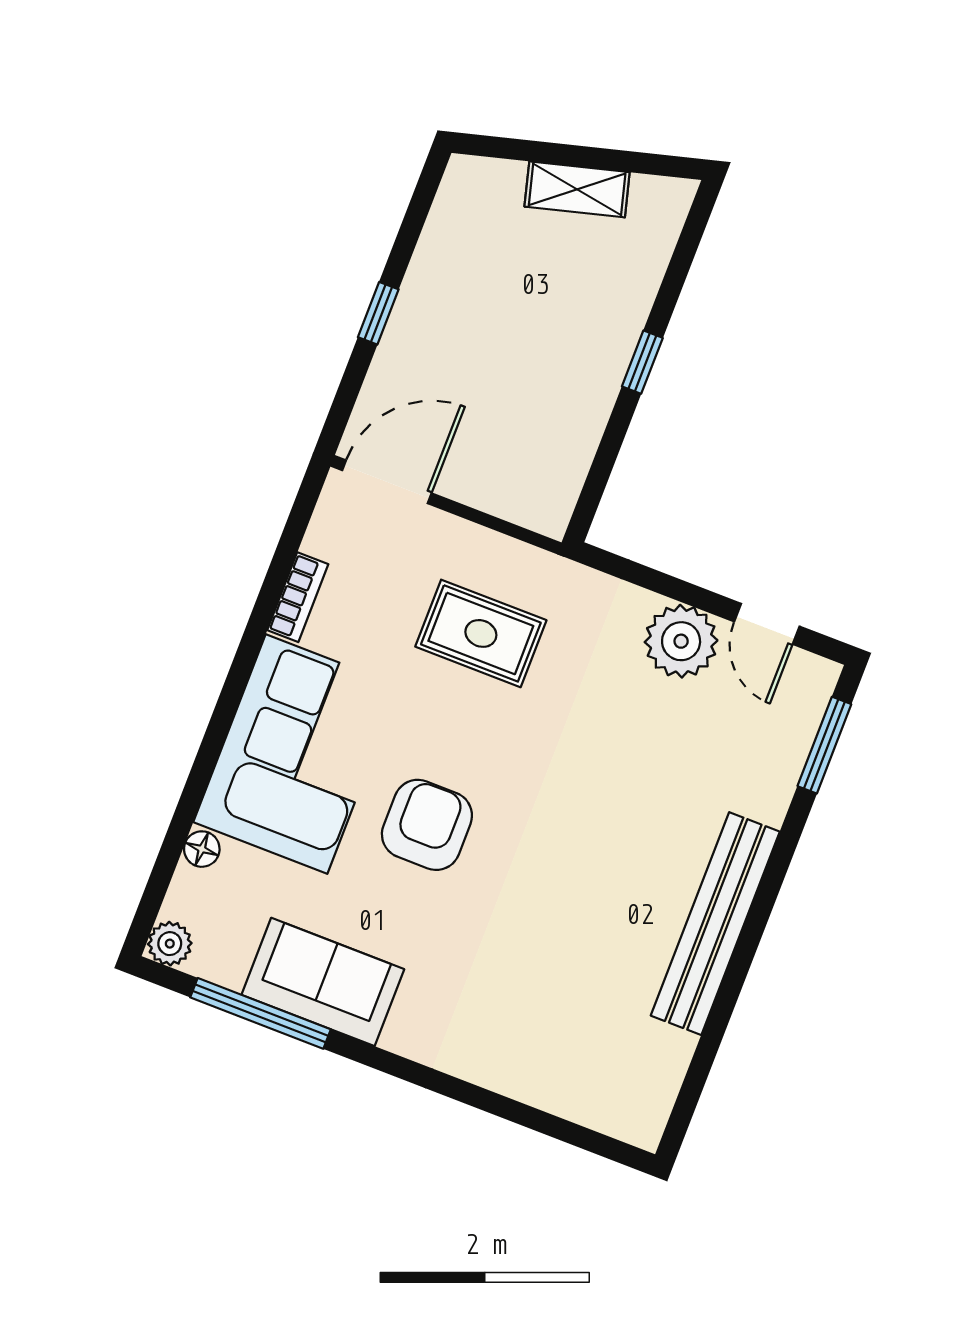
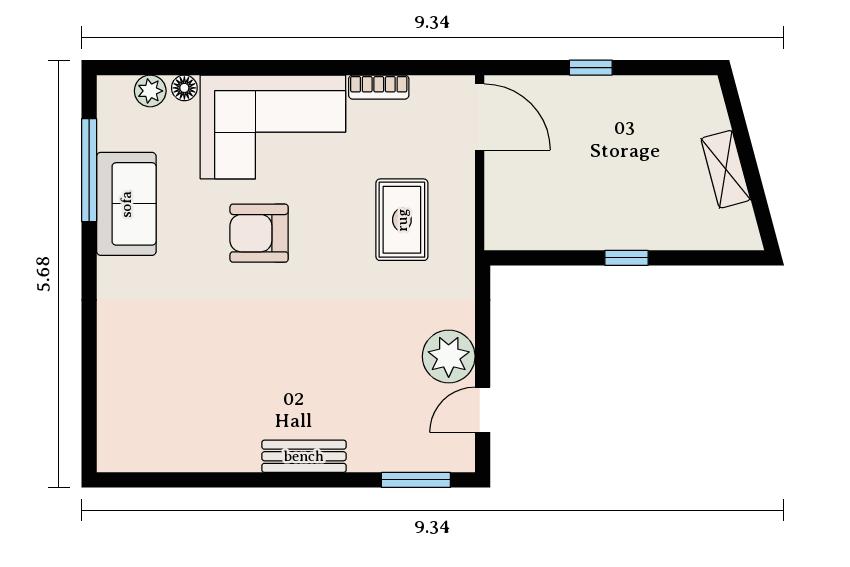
armchair: (427, 825) -> (259, 233), turned 180
bench: (715, 924) -> (304, 456), width x0.54, depth x0.82
plant: (170, 944) -> (150, 91), moved

